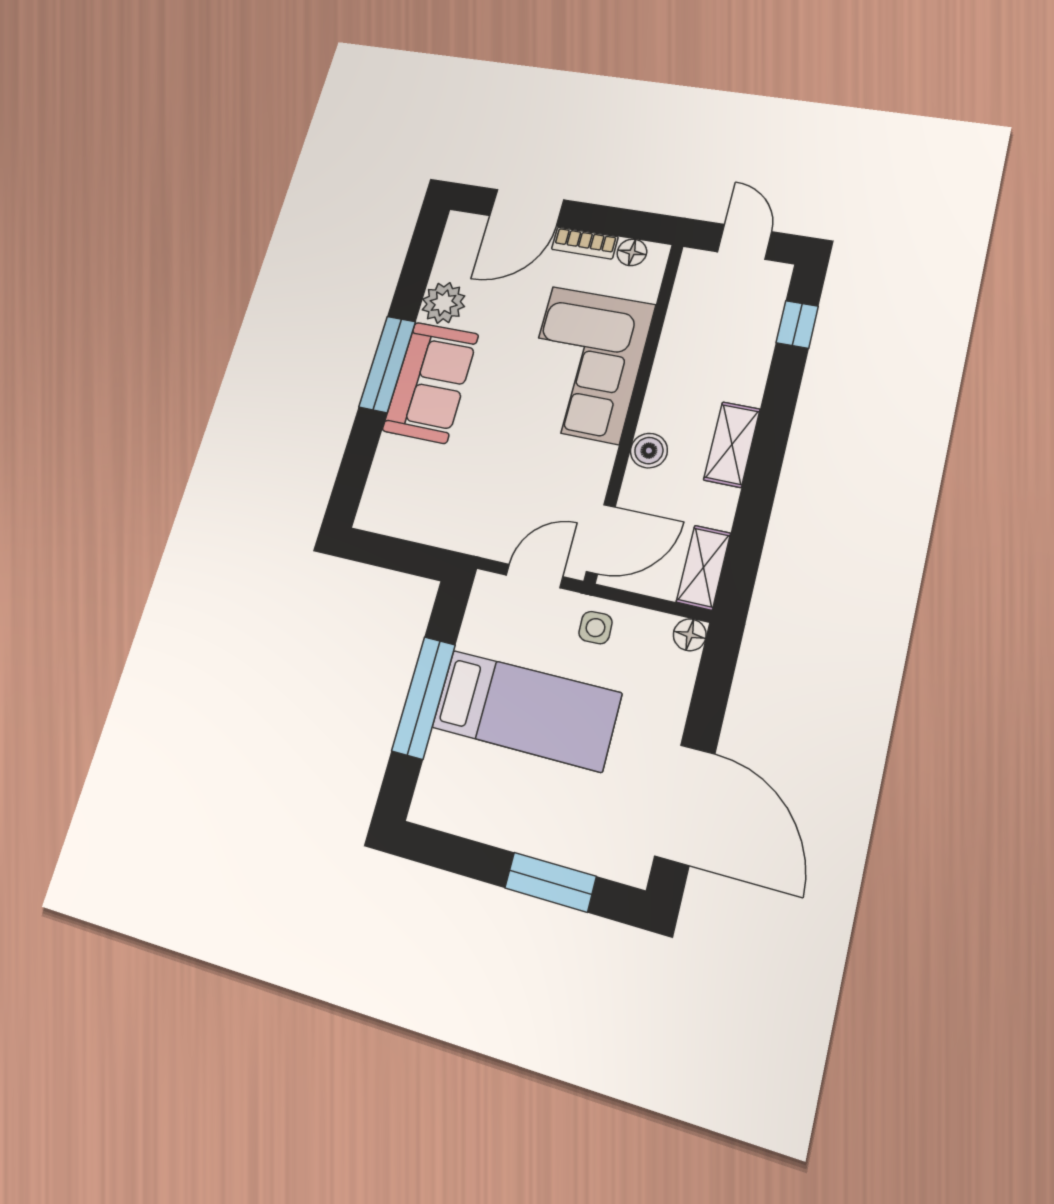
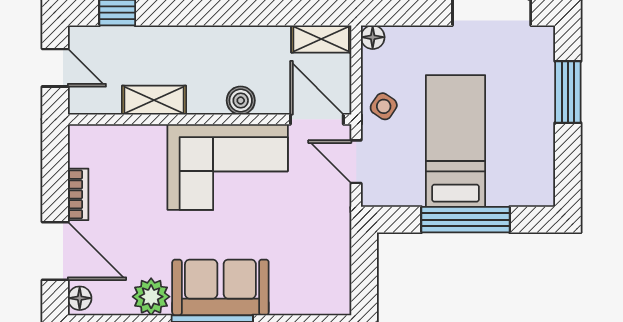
door: (745, 242) -> (55, 68), swing flipped
floor lamp: (632, 252) -> (80, 298), moved
corner sofa: (585, 364) -> (228, 167), moved
shelving: (732, 444) -> (154, 100), moved
side table: (595, 628) -> (384, 106), turned 36

